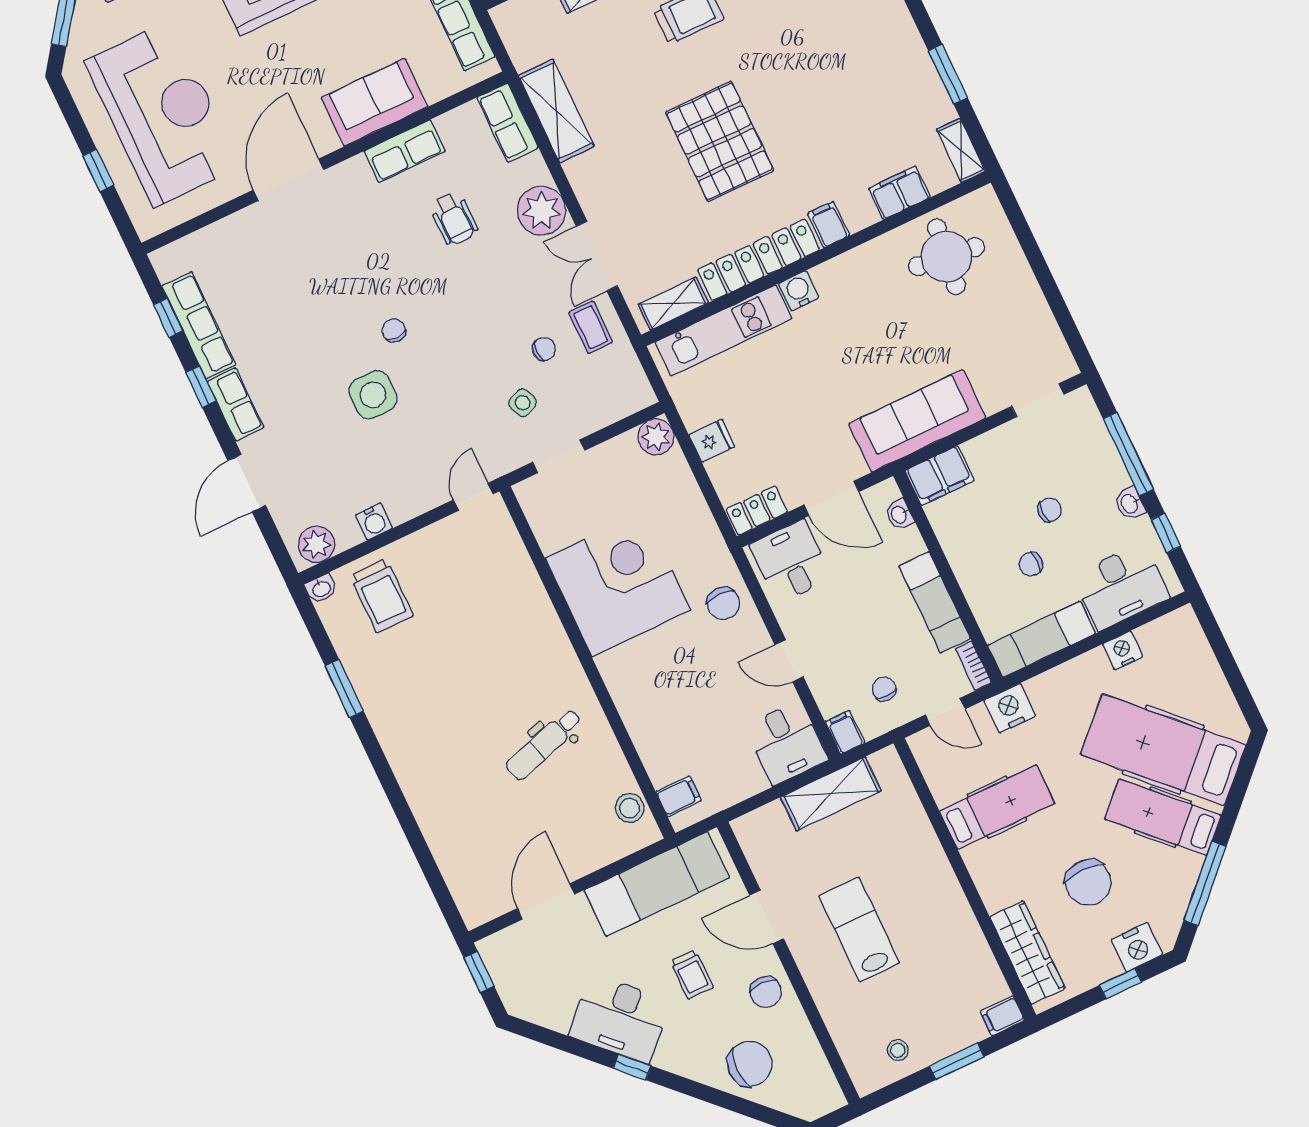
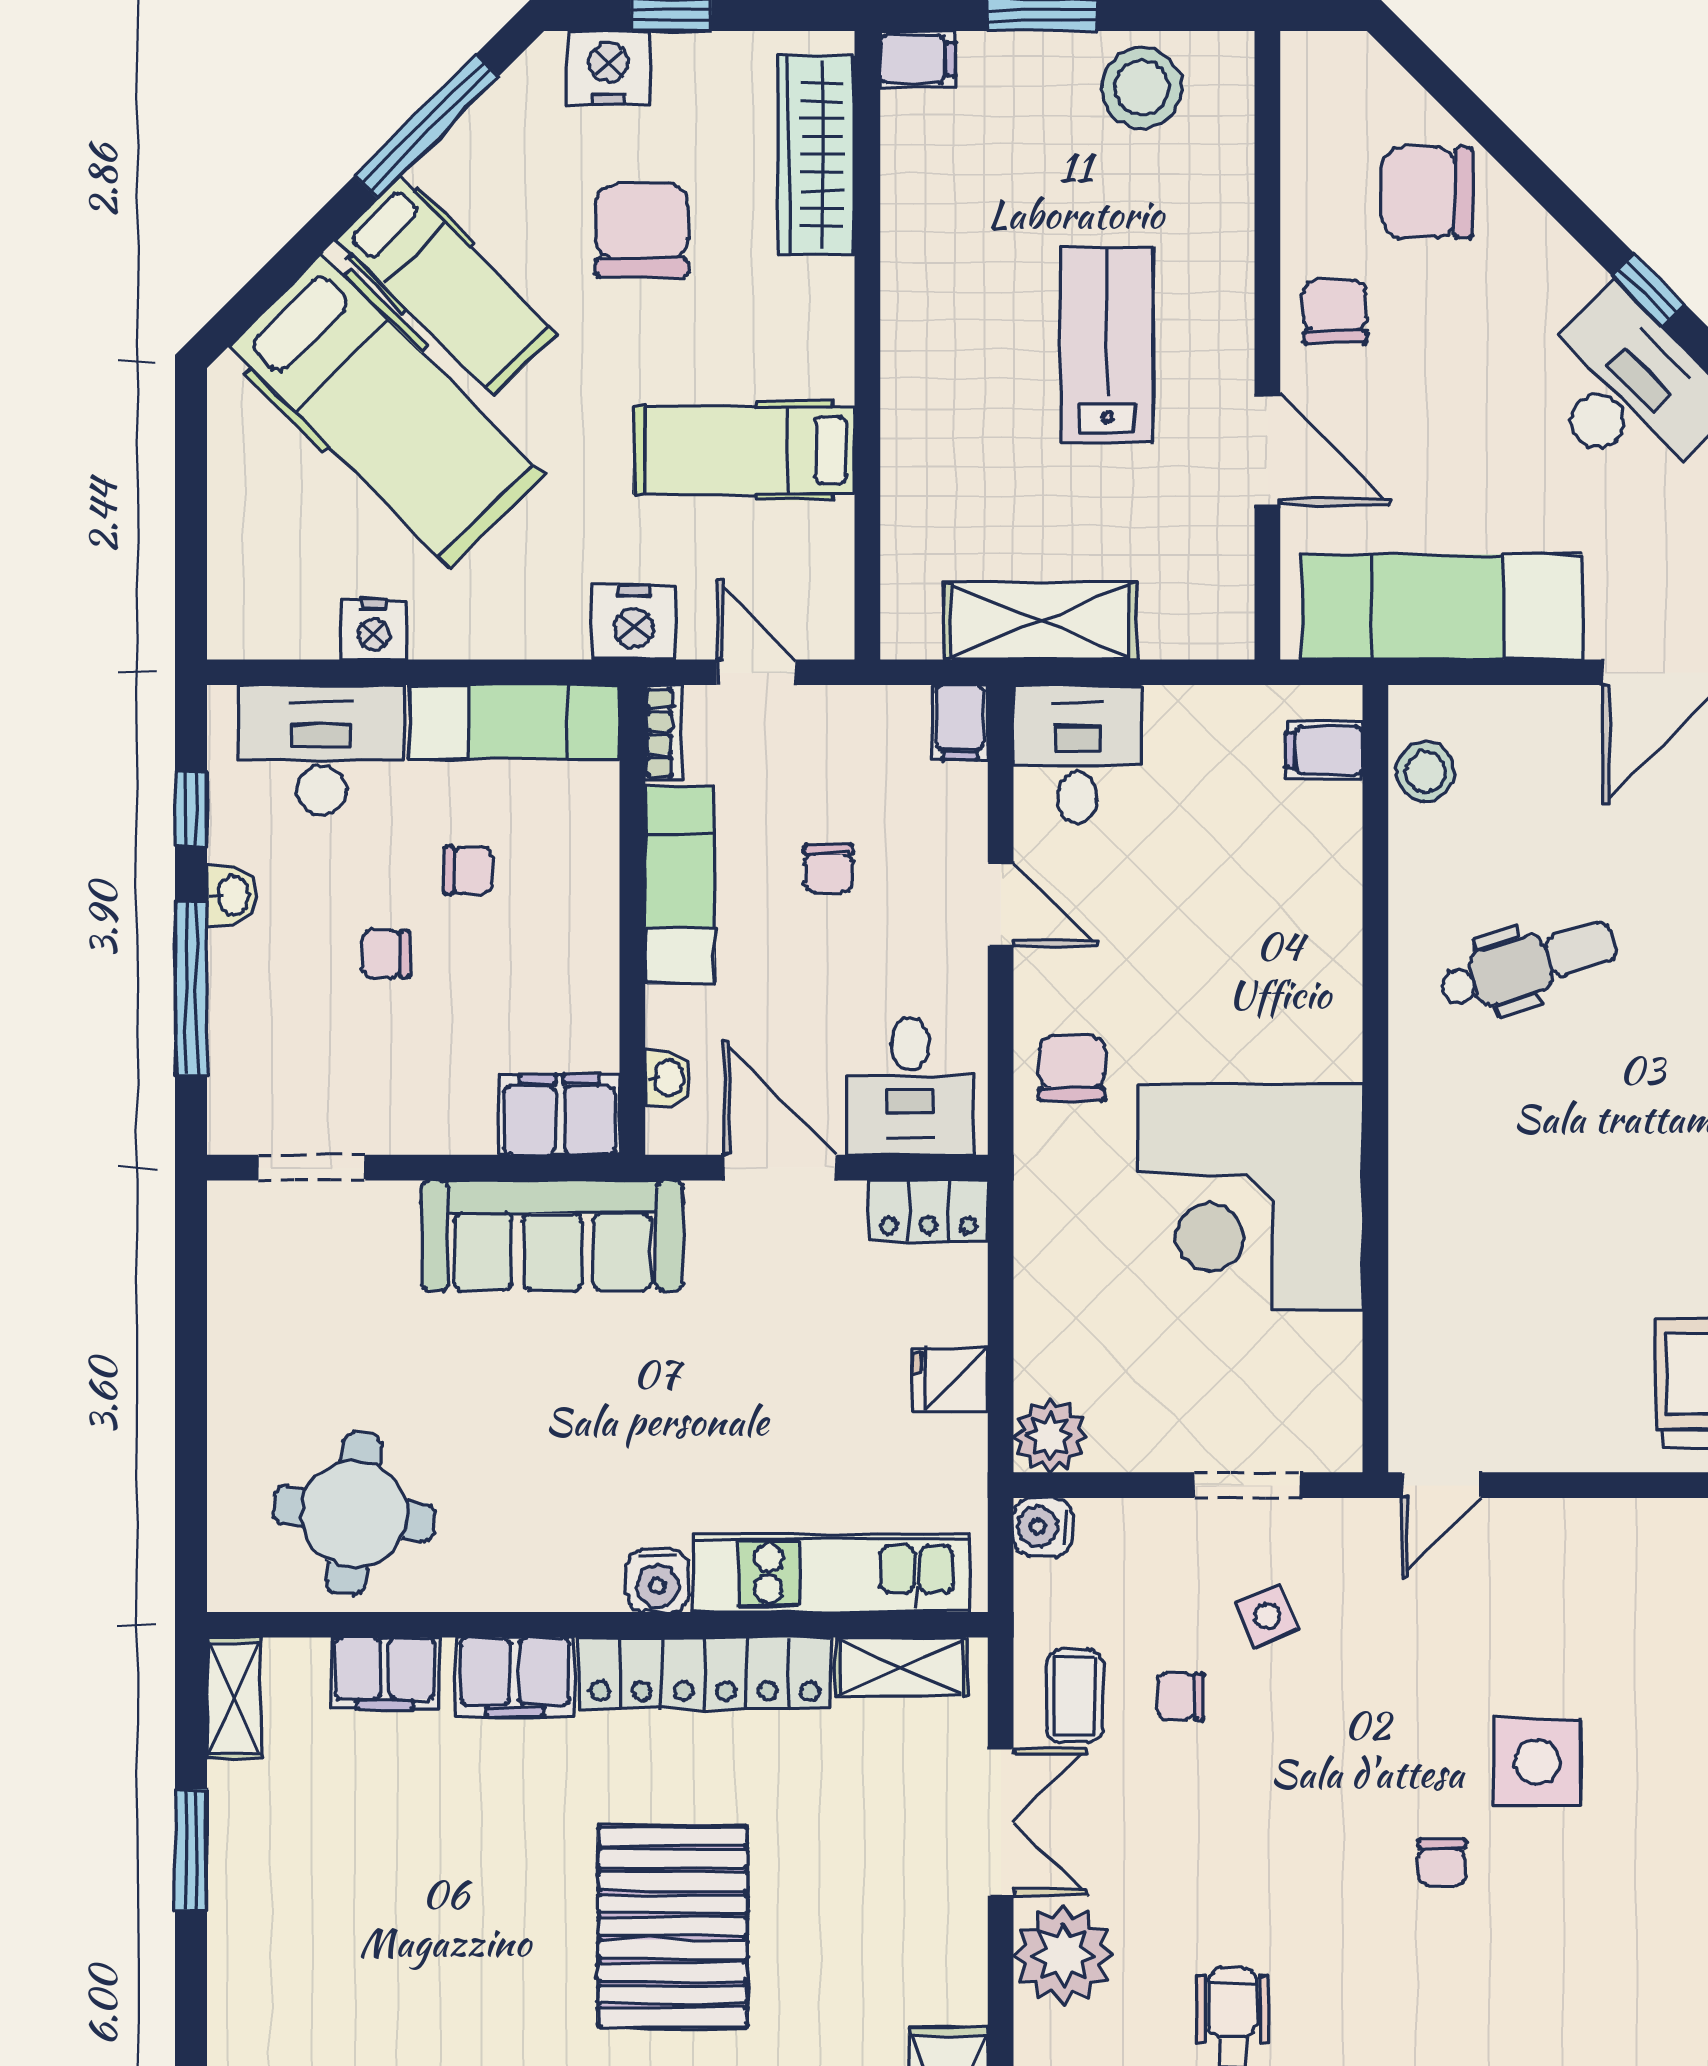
filing cabinet: (829, 225) -> (515, 1677), width x2.00
water cooler: (374, 521) -> (1042, 1527), moved, turned -90
chair: (884, 689) -> (828, 868), moved
lab bench: (859, 929) -> (1107, 345), turned 180
trolley: (692, 974) -> (1457, 409), removed
stool: (898, 1050) -> (1142, 88), width x1.89, depth x1.89

